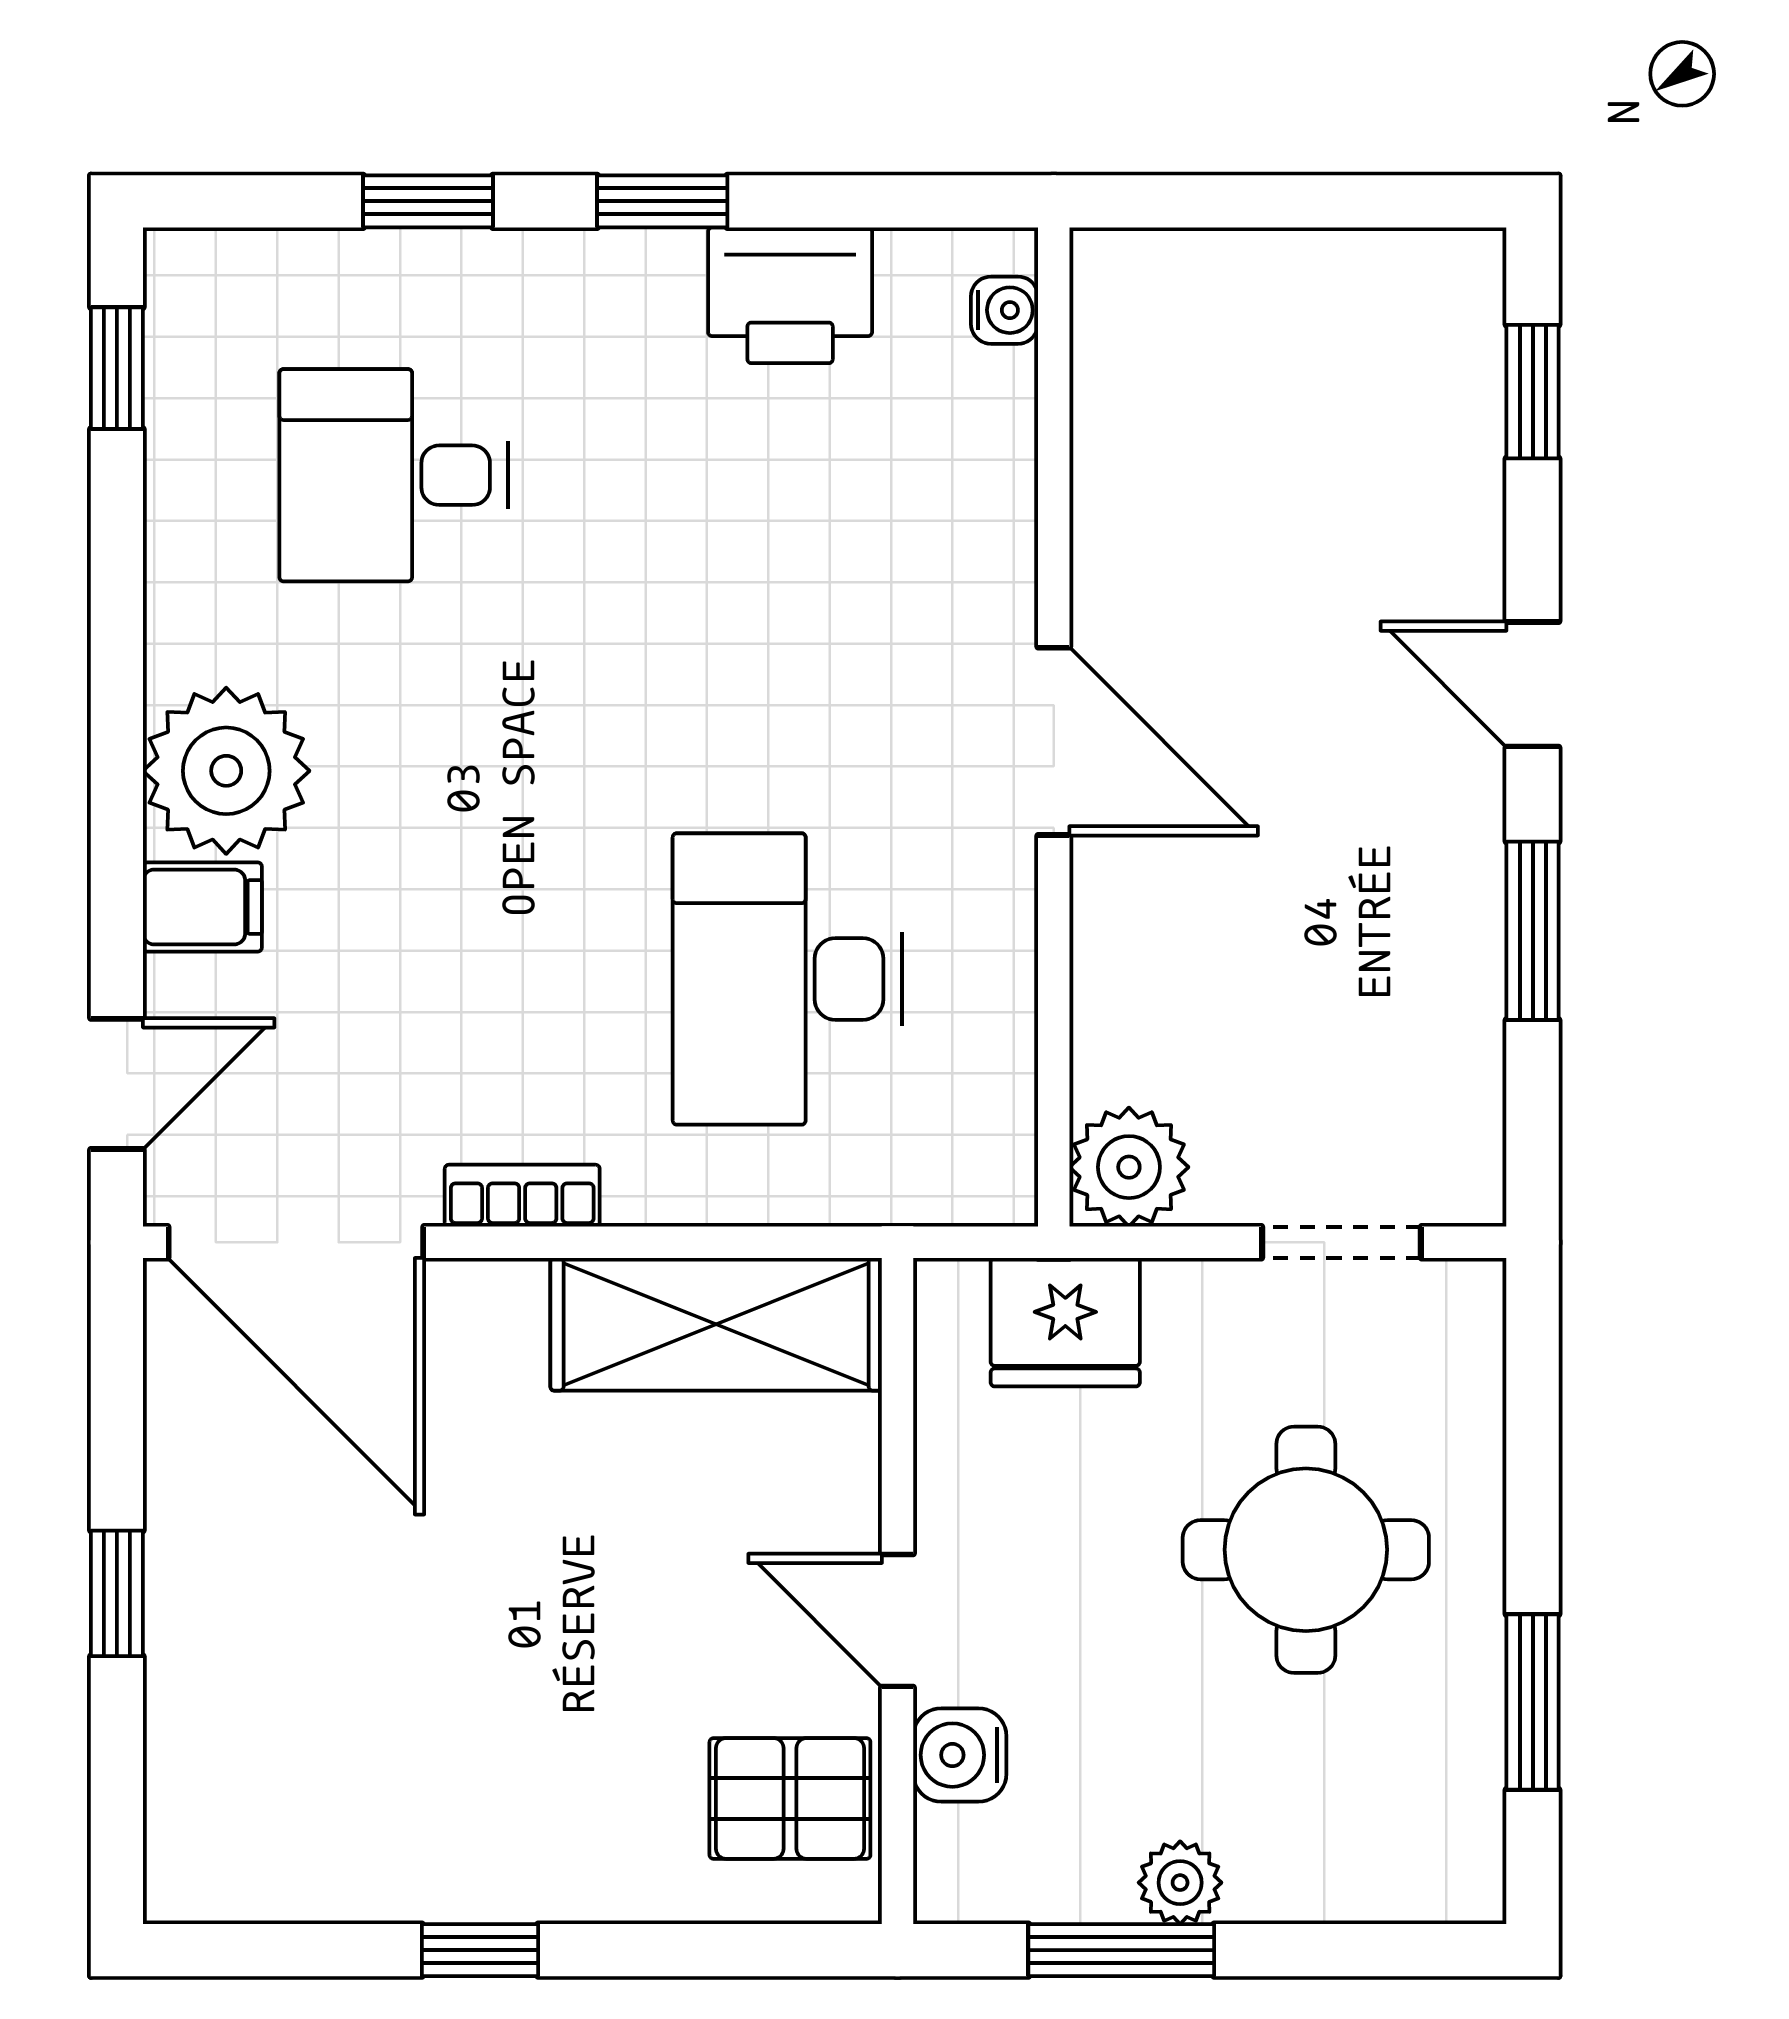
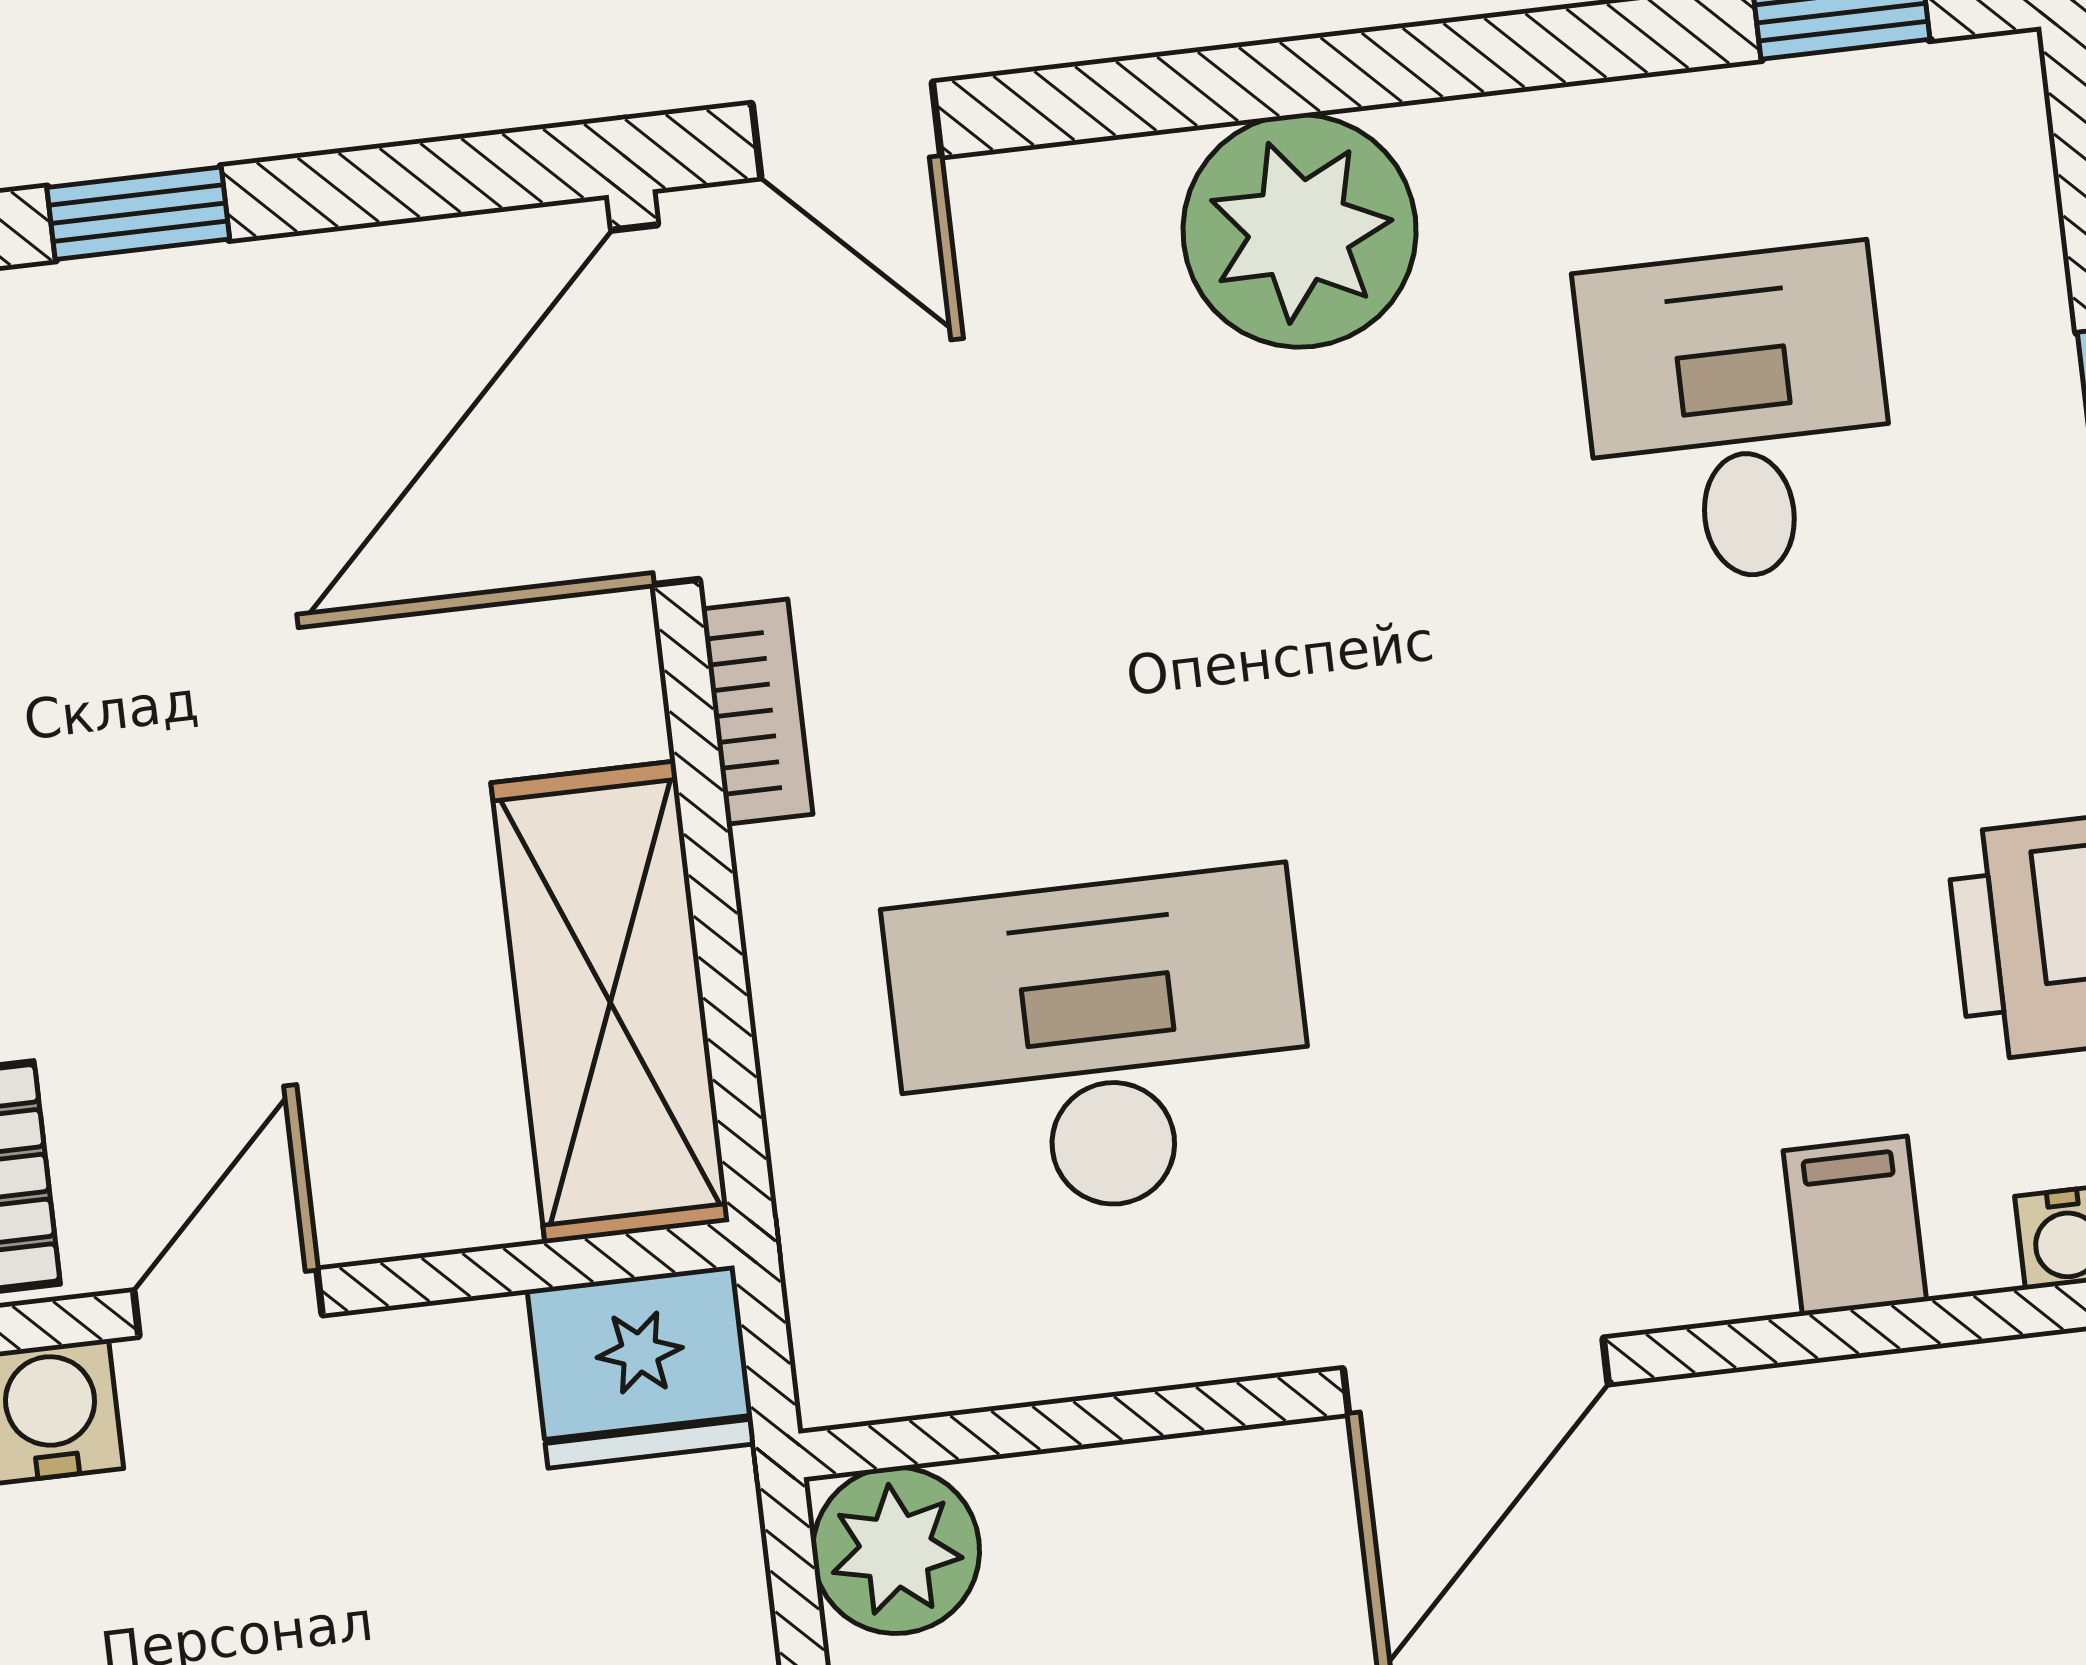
filing cabinet: (202, 907) -> (1855, 1226), moved, turned 180
fridge: (1065, 1322) -> (641, 1367), moved, turned -90

